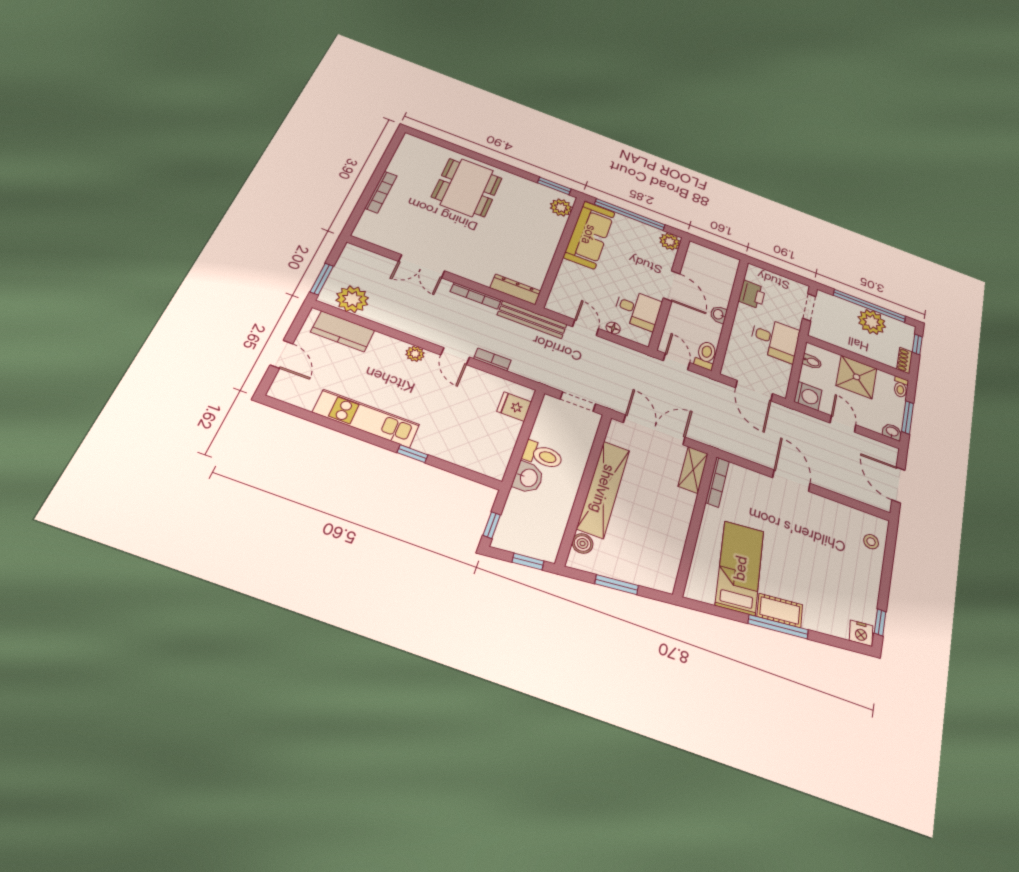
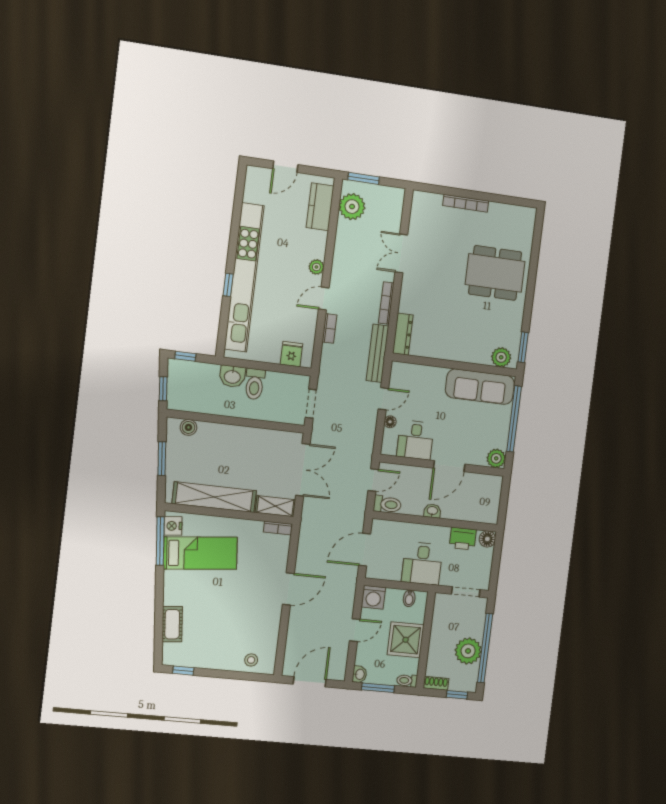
floor lamp: (755, 273) -> (487, 539), added
kitchen unit: (366, 418) -> (244, 277), width x1.86
bookcase: (717, 482) -> (278, 528), width x0.64
shelving: (603, 489) -> (214, 497), moved
cot: (780, 611) -> (172, 624), moved
window: (778, 627) -> (160, 541), moved
nightstand: (861, 633) -> (173, 526), moved

